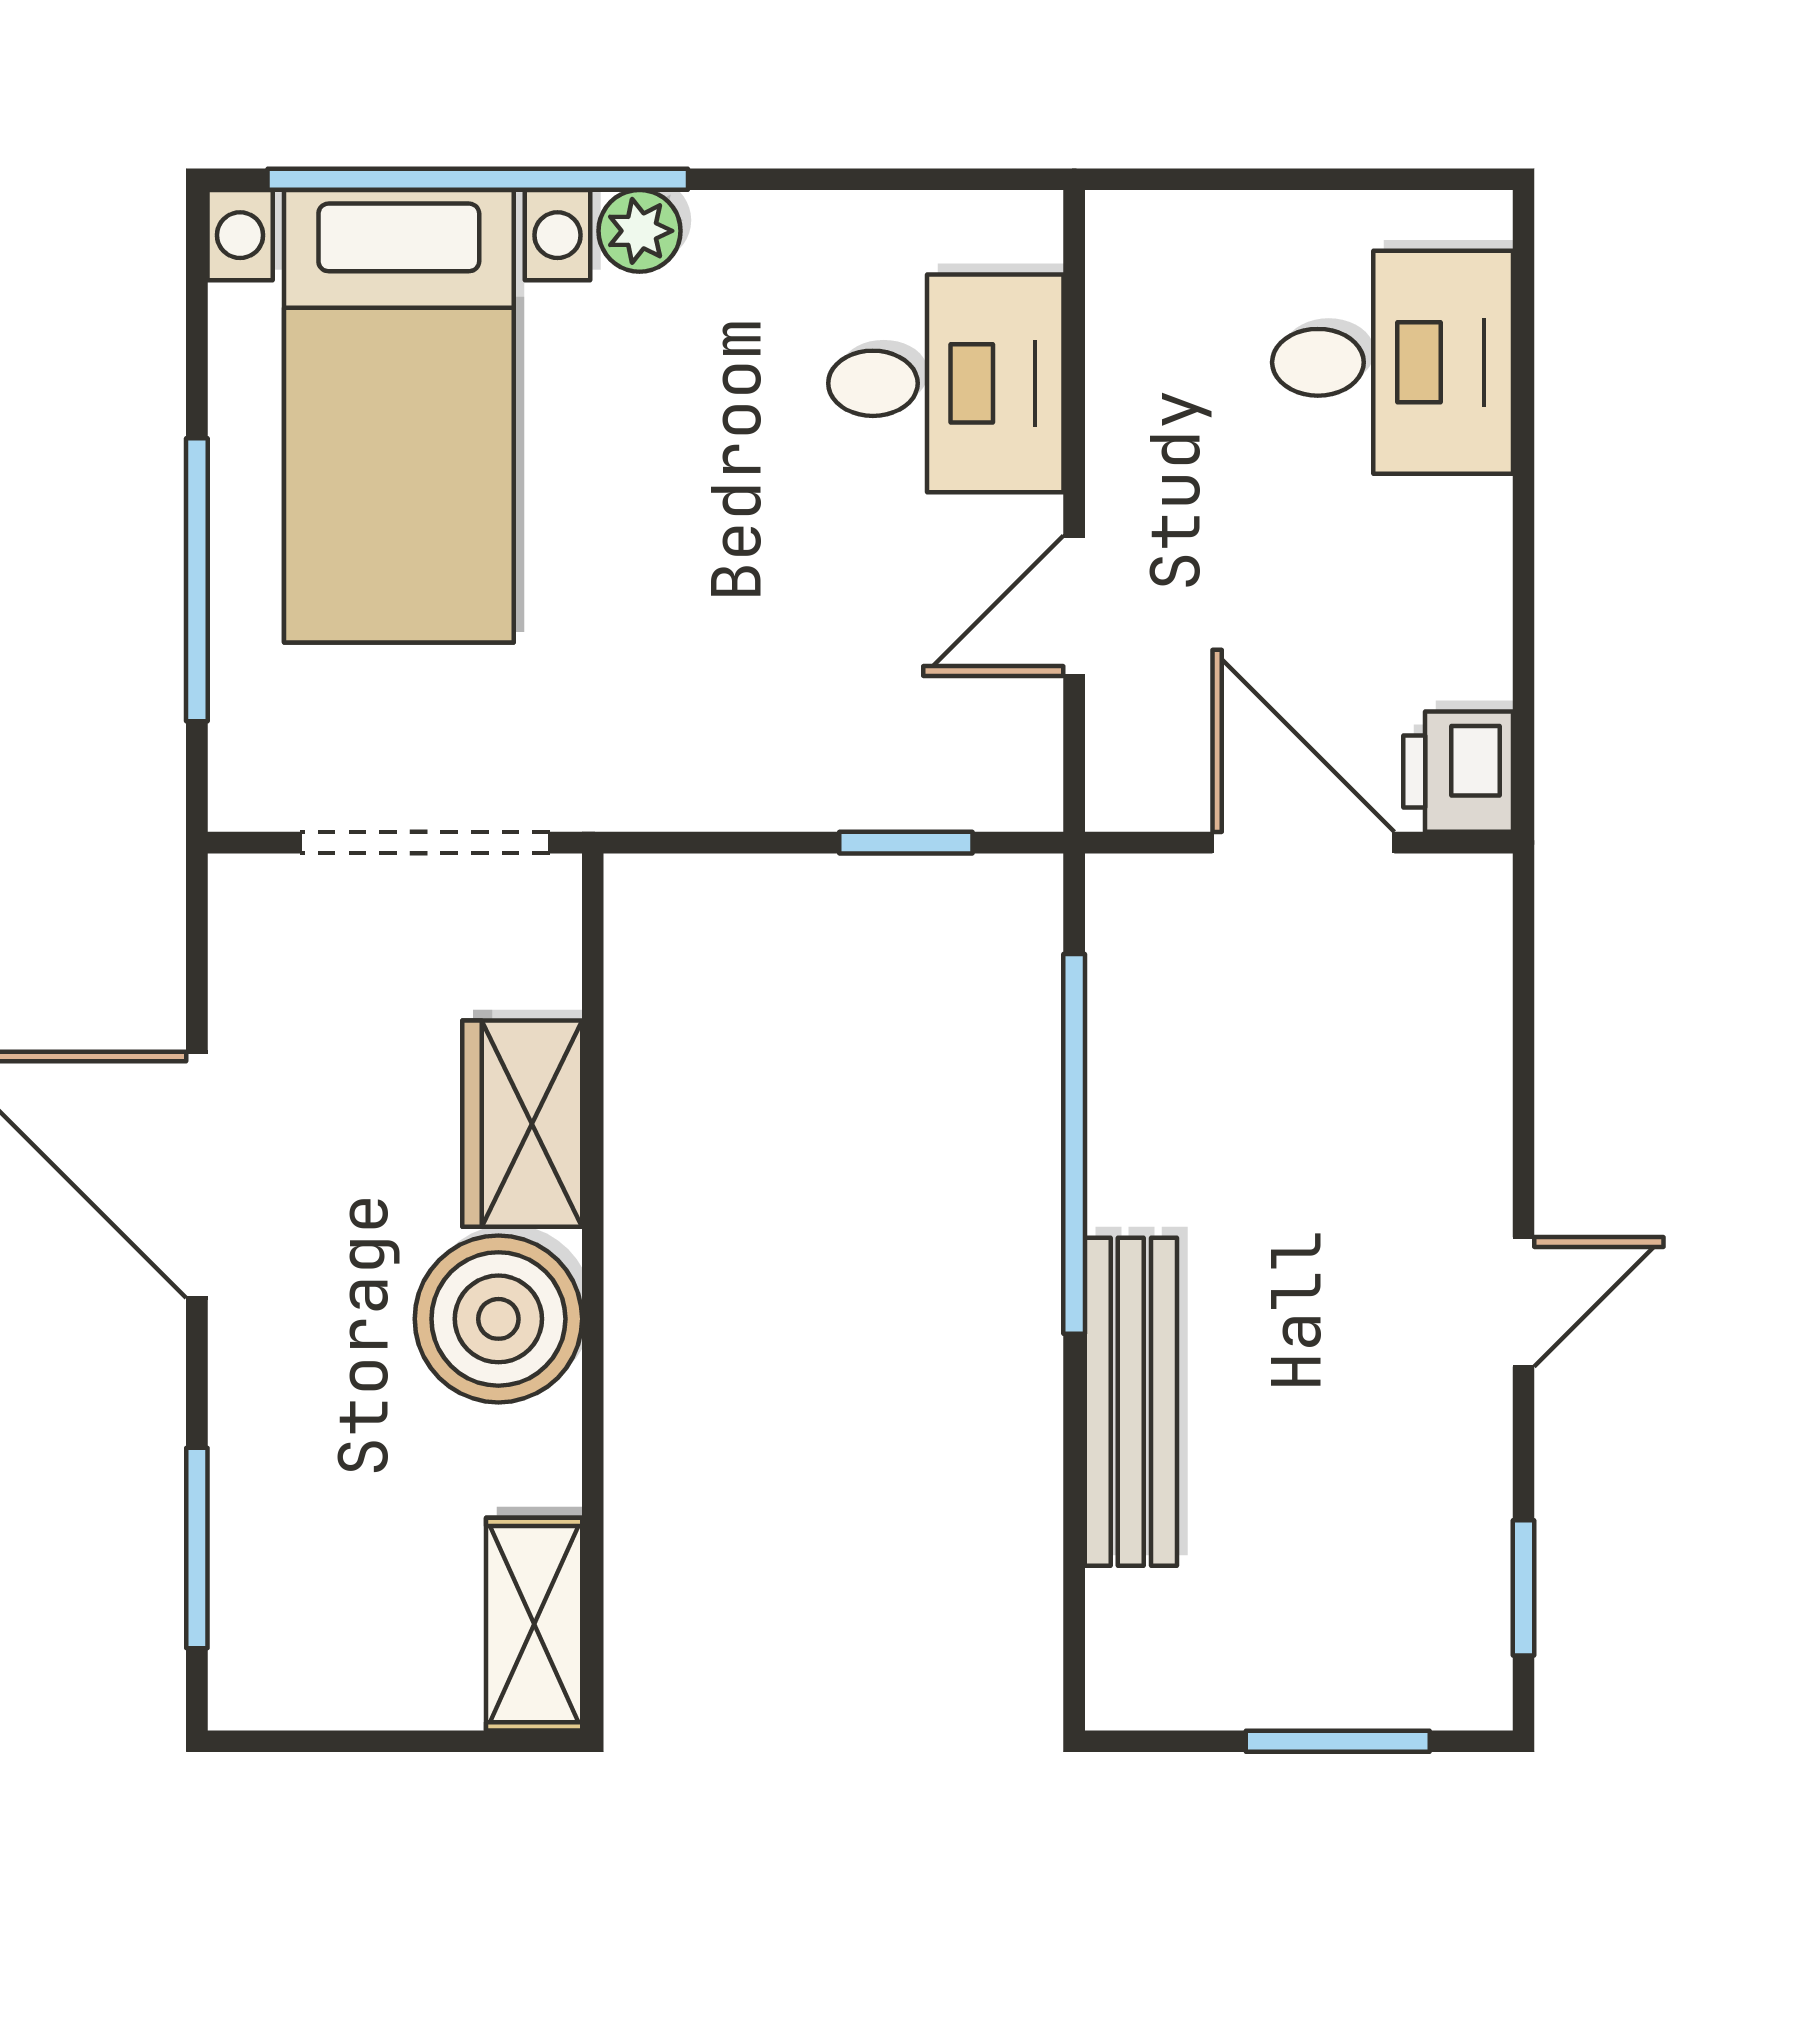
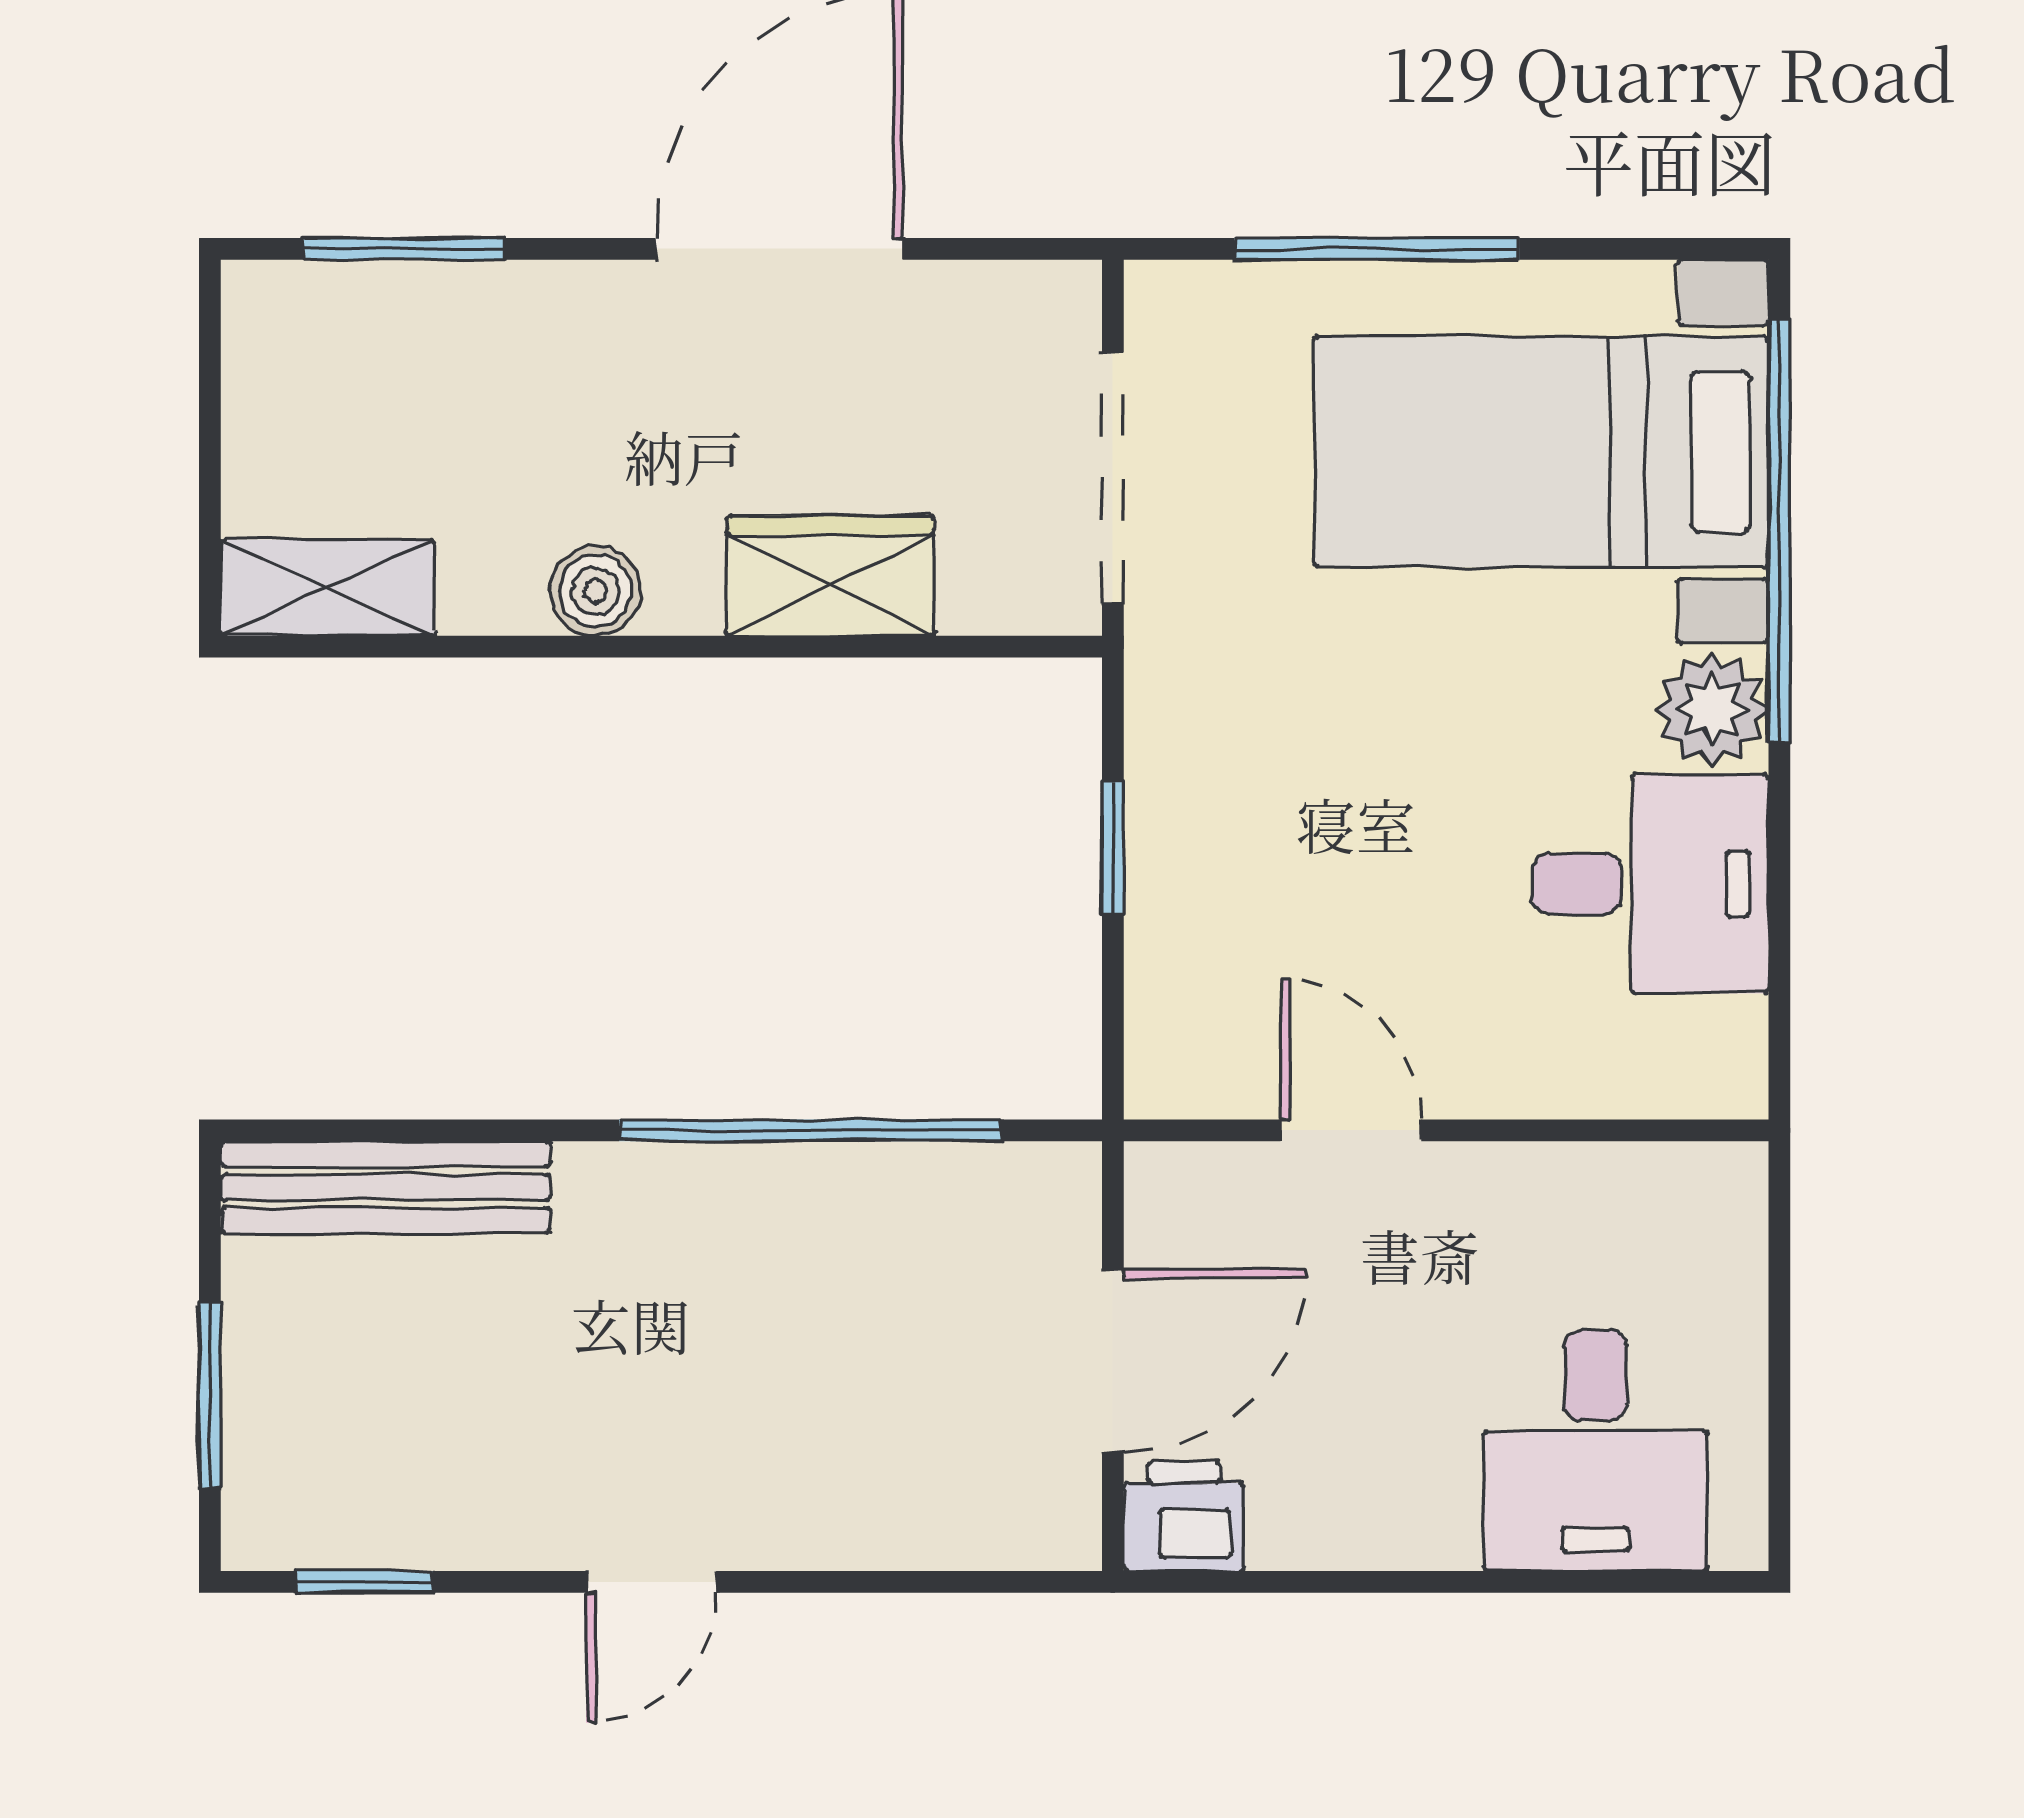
plant: (640, 231) -> (1712, 709), width x1.38, depth x1.38
desk: (946, 383) -> (1650, 884), moved, turned -90
window: (906, 843) -> (1113, 849), moved
door: (1524, 1302) -> (651, 1582), hinge flipped
boiler: (498, 1319) -> (595, 591), width x0.54, depth x0.54
bench: (1131, 1402) -> (386, 1187), moved

